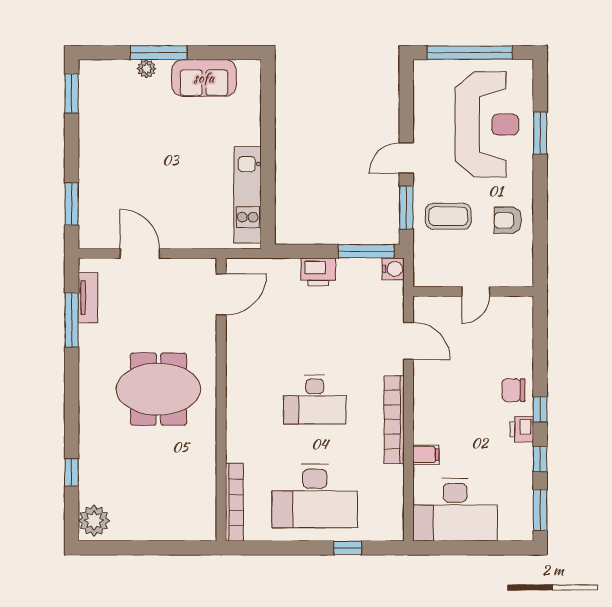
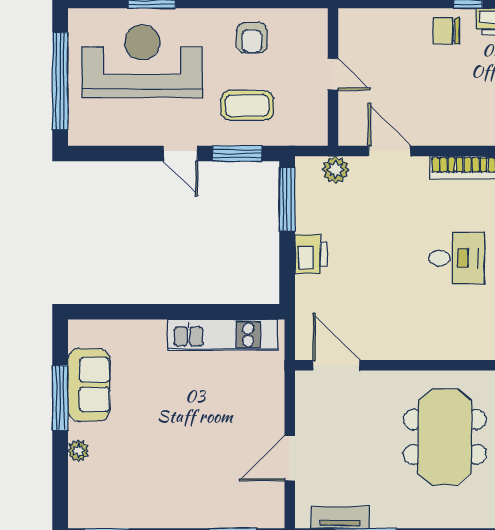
window: (159, 53) -> (60, 398), moved
coffee table: (448, 216) -> (247, 106), turned 90
water cooler: (393, 269) -> (307, 169), removed
plant: (392, 294) -> (336, 170), added
door: (408, 341) -> (390, 151), hinge flipped
chair: (513, 390) -> (446, 31), turned 90
desk: (315, 400) -> (457, 258), width x0.73

